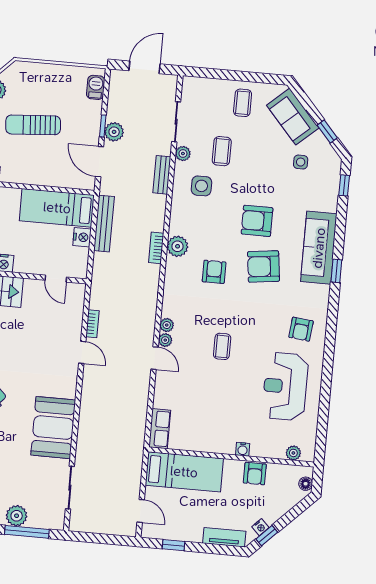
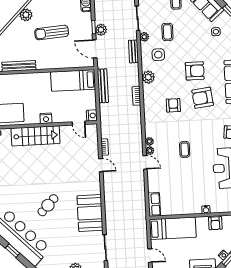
armchair: (257, 221) -> (195, 71), turned 180
nightstand: (82, 237) -> (92, 116), moved
plant: (178, 246) -> (148, 77), moved

